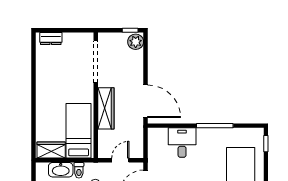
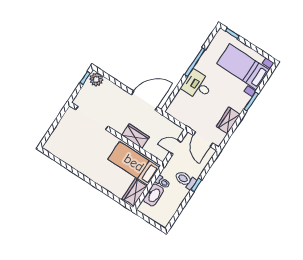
dresser: (51, 38) -> (53, 139), removed
wardrobe: (106, 108) -> (135, 136), width x0.67
desk: (182, 143) -> (197, 85), moved
door: (120, 160) -> (175, 147), hinge flipped

